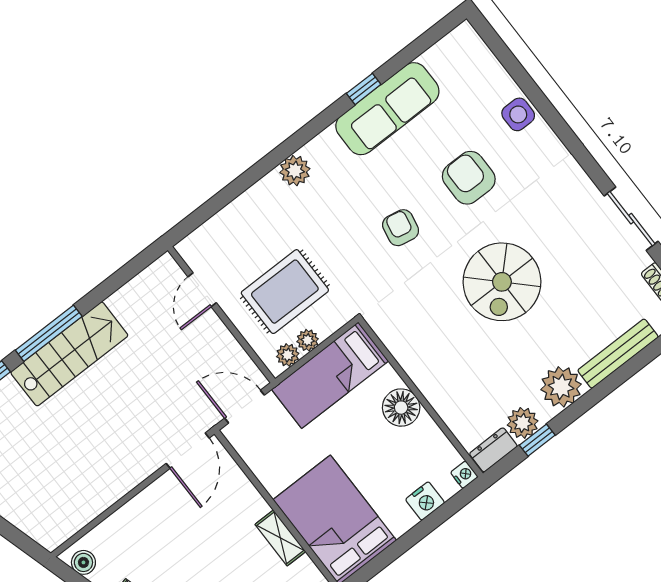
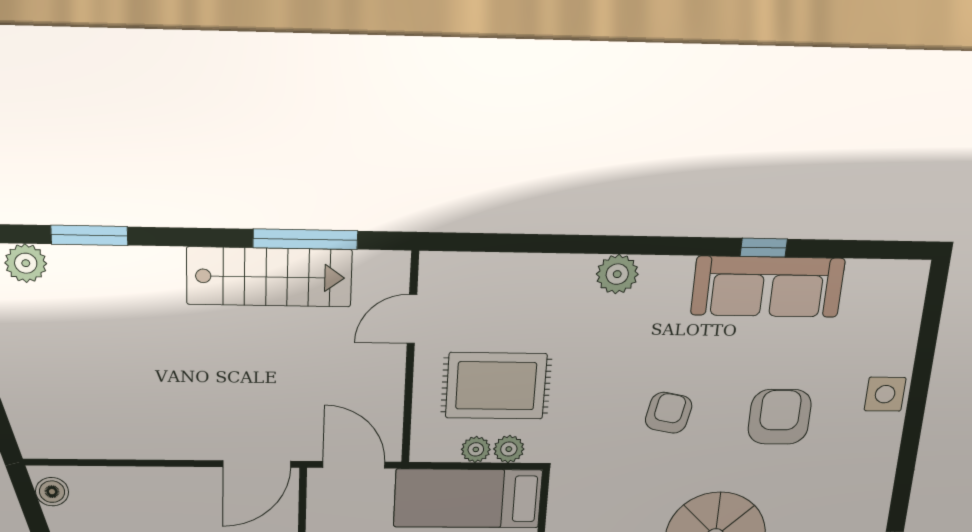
window: (49, 333) -> (305, 239), moved
stairs: (69, 354) -> (269, 277), moved
plant: (288, 355) -> (509, 449), moved

